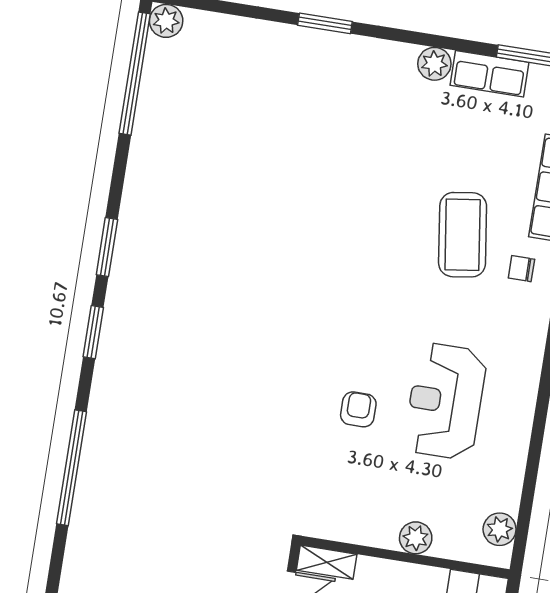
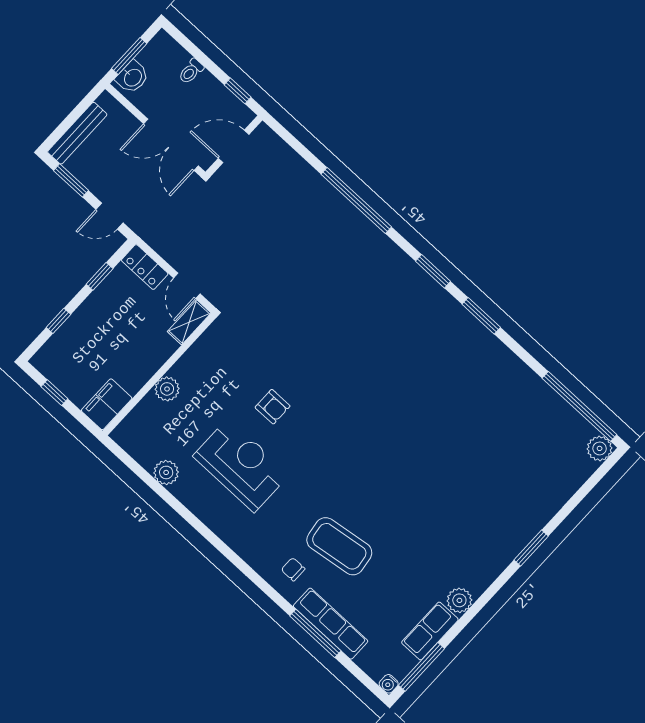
chair: (521, 269) -> (293, 569), turned -90
plant: (500, 529) -> (166, 472), moved

